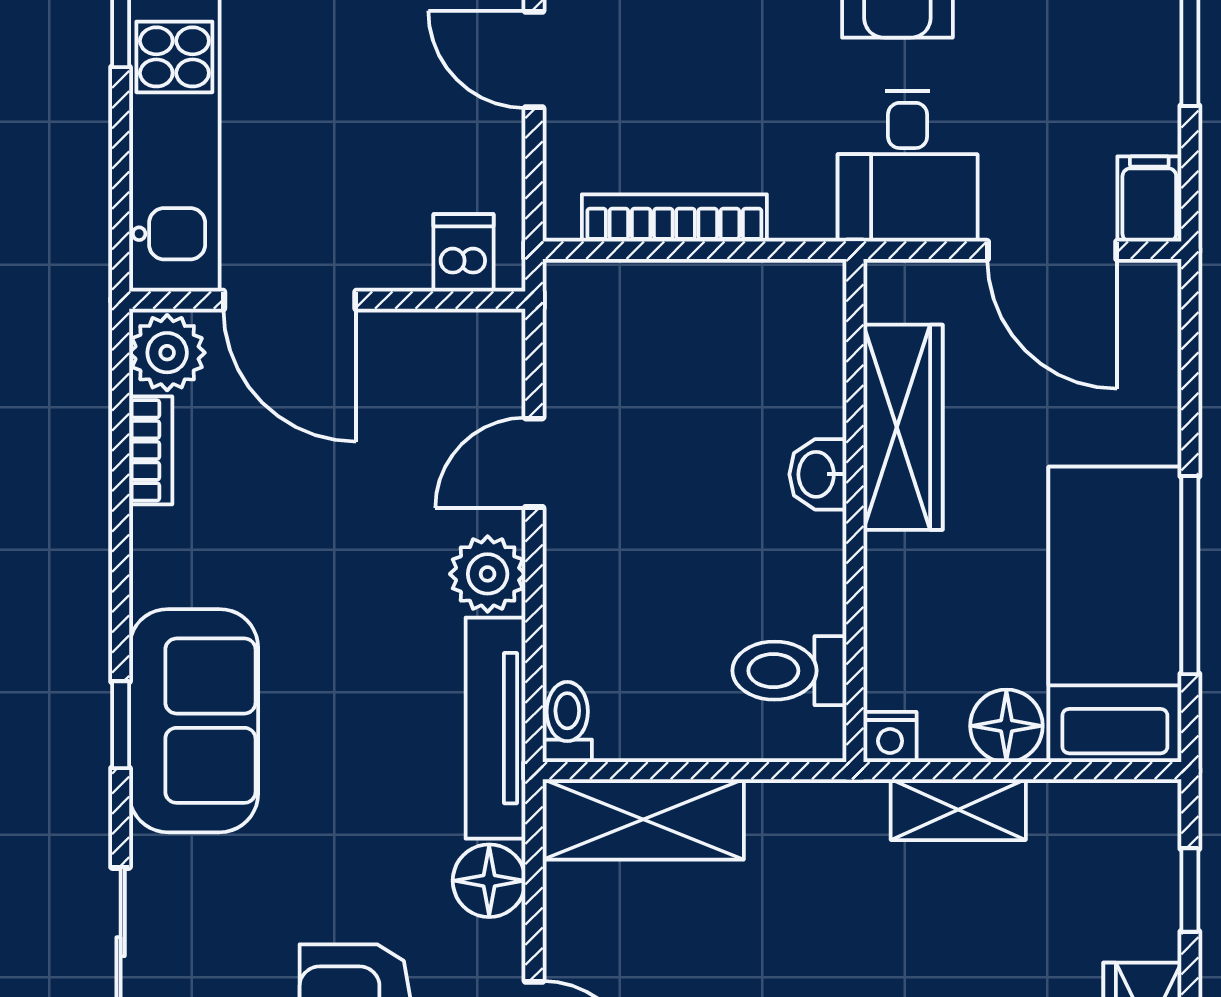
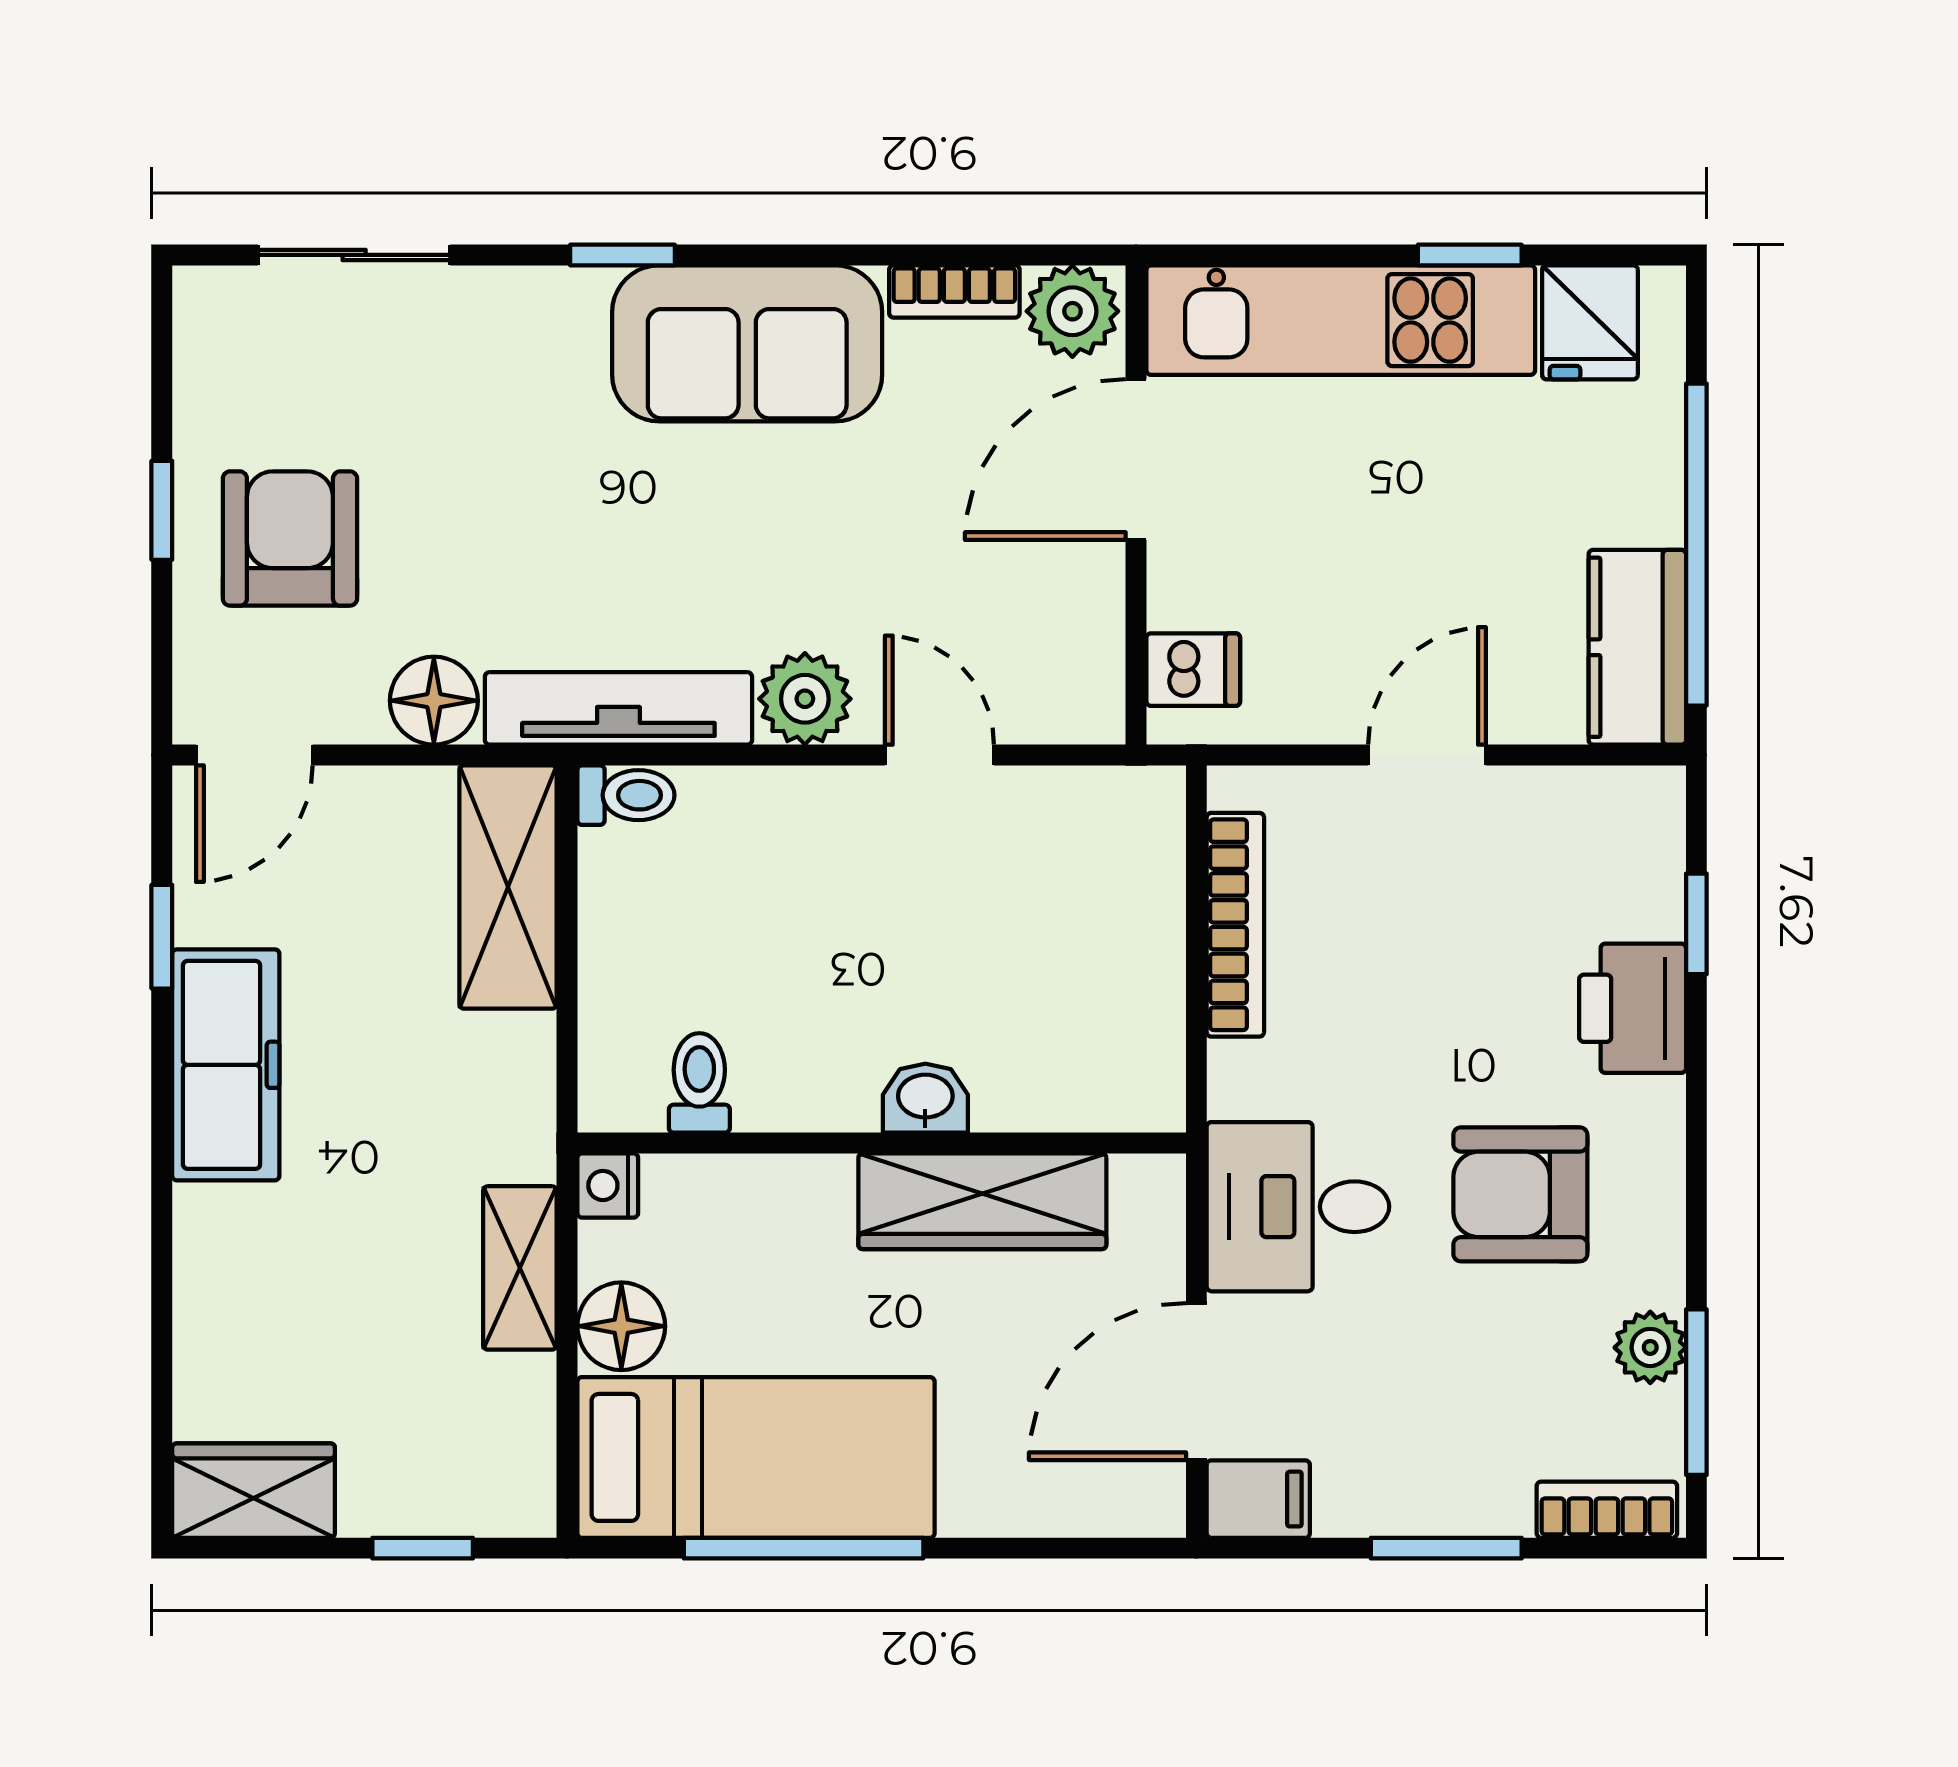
toilet: (789, 671) -> (699, 1083), width x0.73, depth x0.72
sofa: (194, 721) -> (747, 343), moved

